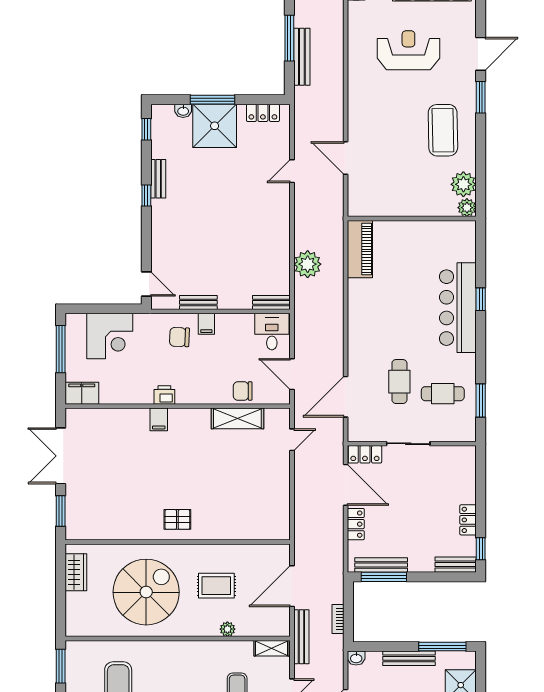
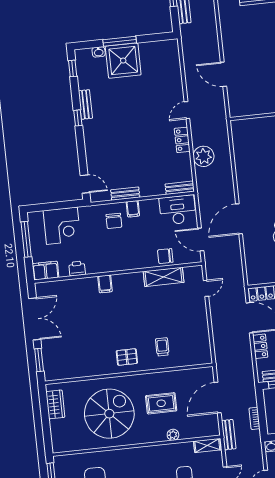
locker: (263, 113) -> (182, 140), moved, turned 90
door: (292, 171) -> (187, 110), moved
piano: (360, 249) -> (241, 141), removed
desk: (272, 332) -> (178, 210), width x1.37
chair: (179, 337) -> (114, 221), turned -92
printer: (164, 395) -> (77, 269), moved
door: (346, 397) -> (239, 219), moved
double door: (61, 456) -> (35, 319), swing flipped
trolley: (226, 511) -> (162, 347), added
bench: (301, 637) -> (229, 435), width x0.73

